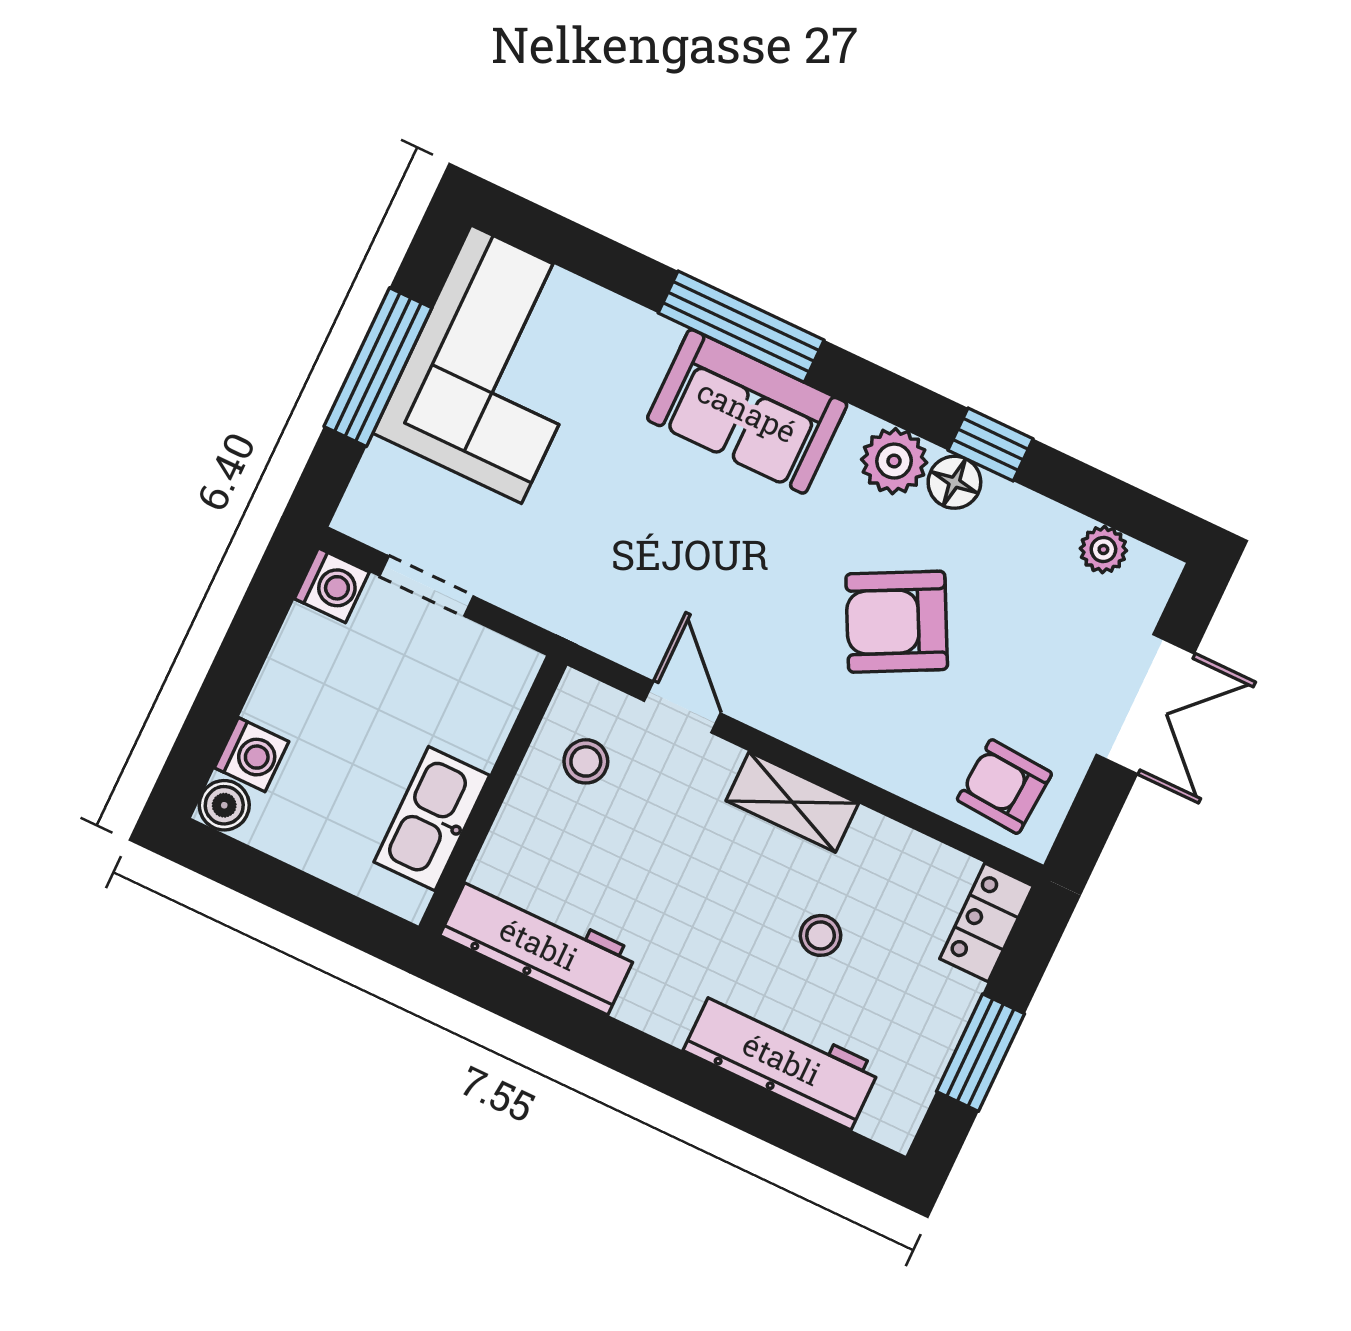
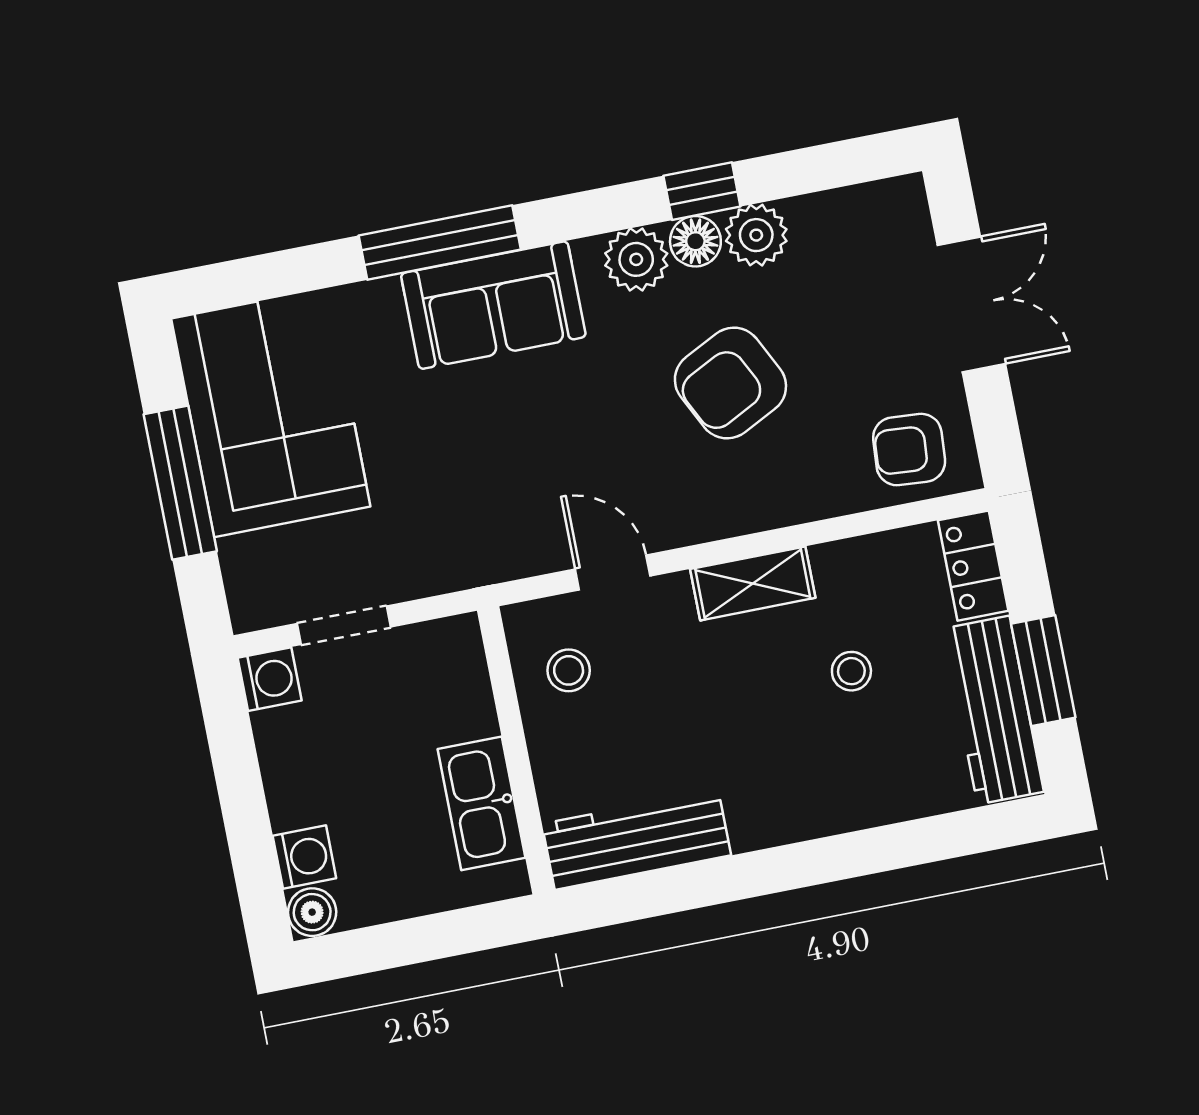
plant: (1103, 550) -> (756, 235), moved, width x1.38, depth x1.38
workbench: (782, 1059) -> (993, 710), moved, turned -90

